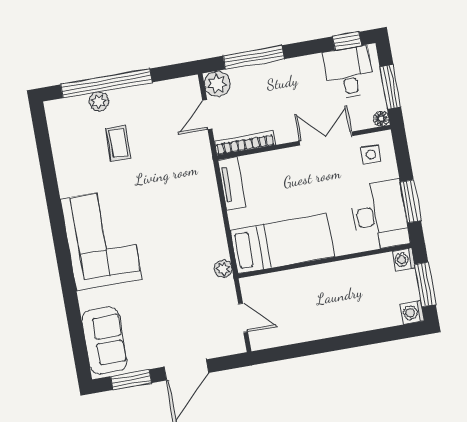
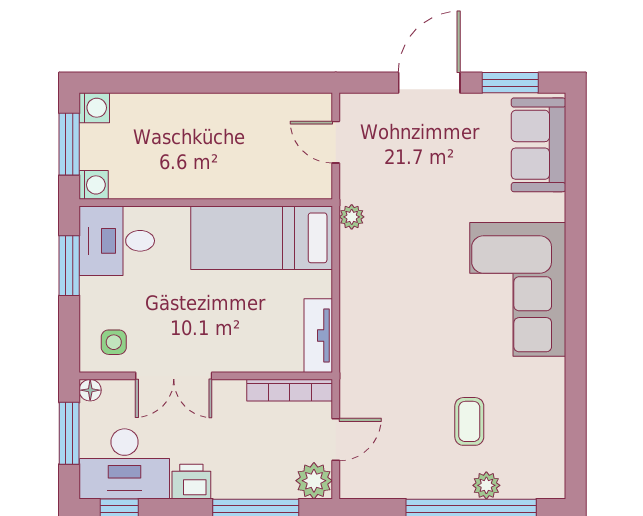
printer: (301, 68) -> (191, 482), added
desk: (349, 72) -> (125, 464), width x1.37
desk: (379, 215) -> (117, 241), width x0.73

